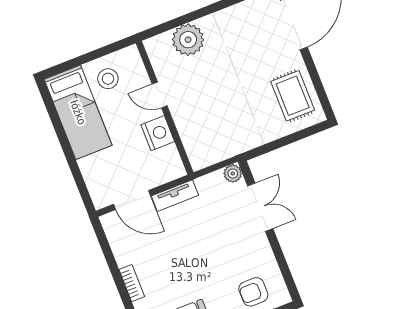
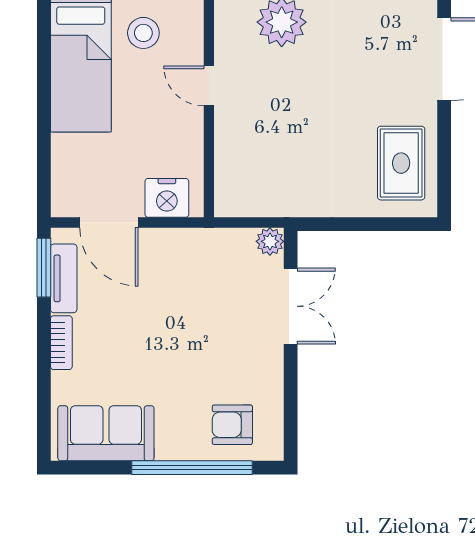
nightstand: (158, 133) -> (167, 198), moved, turned 90
tv unit: (175, 196) -> (64, 278), moved, turned -90
window: (104, 242) -> (44, 268), added

